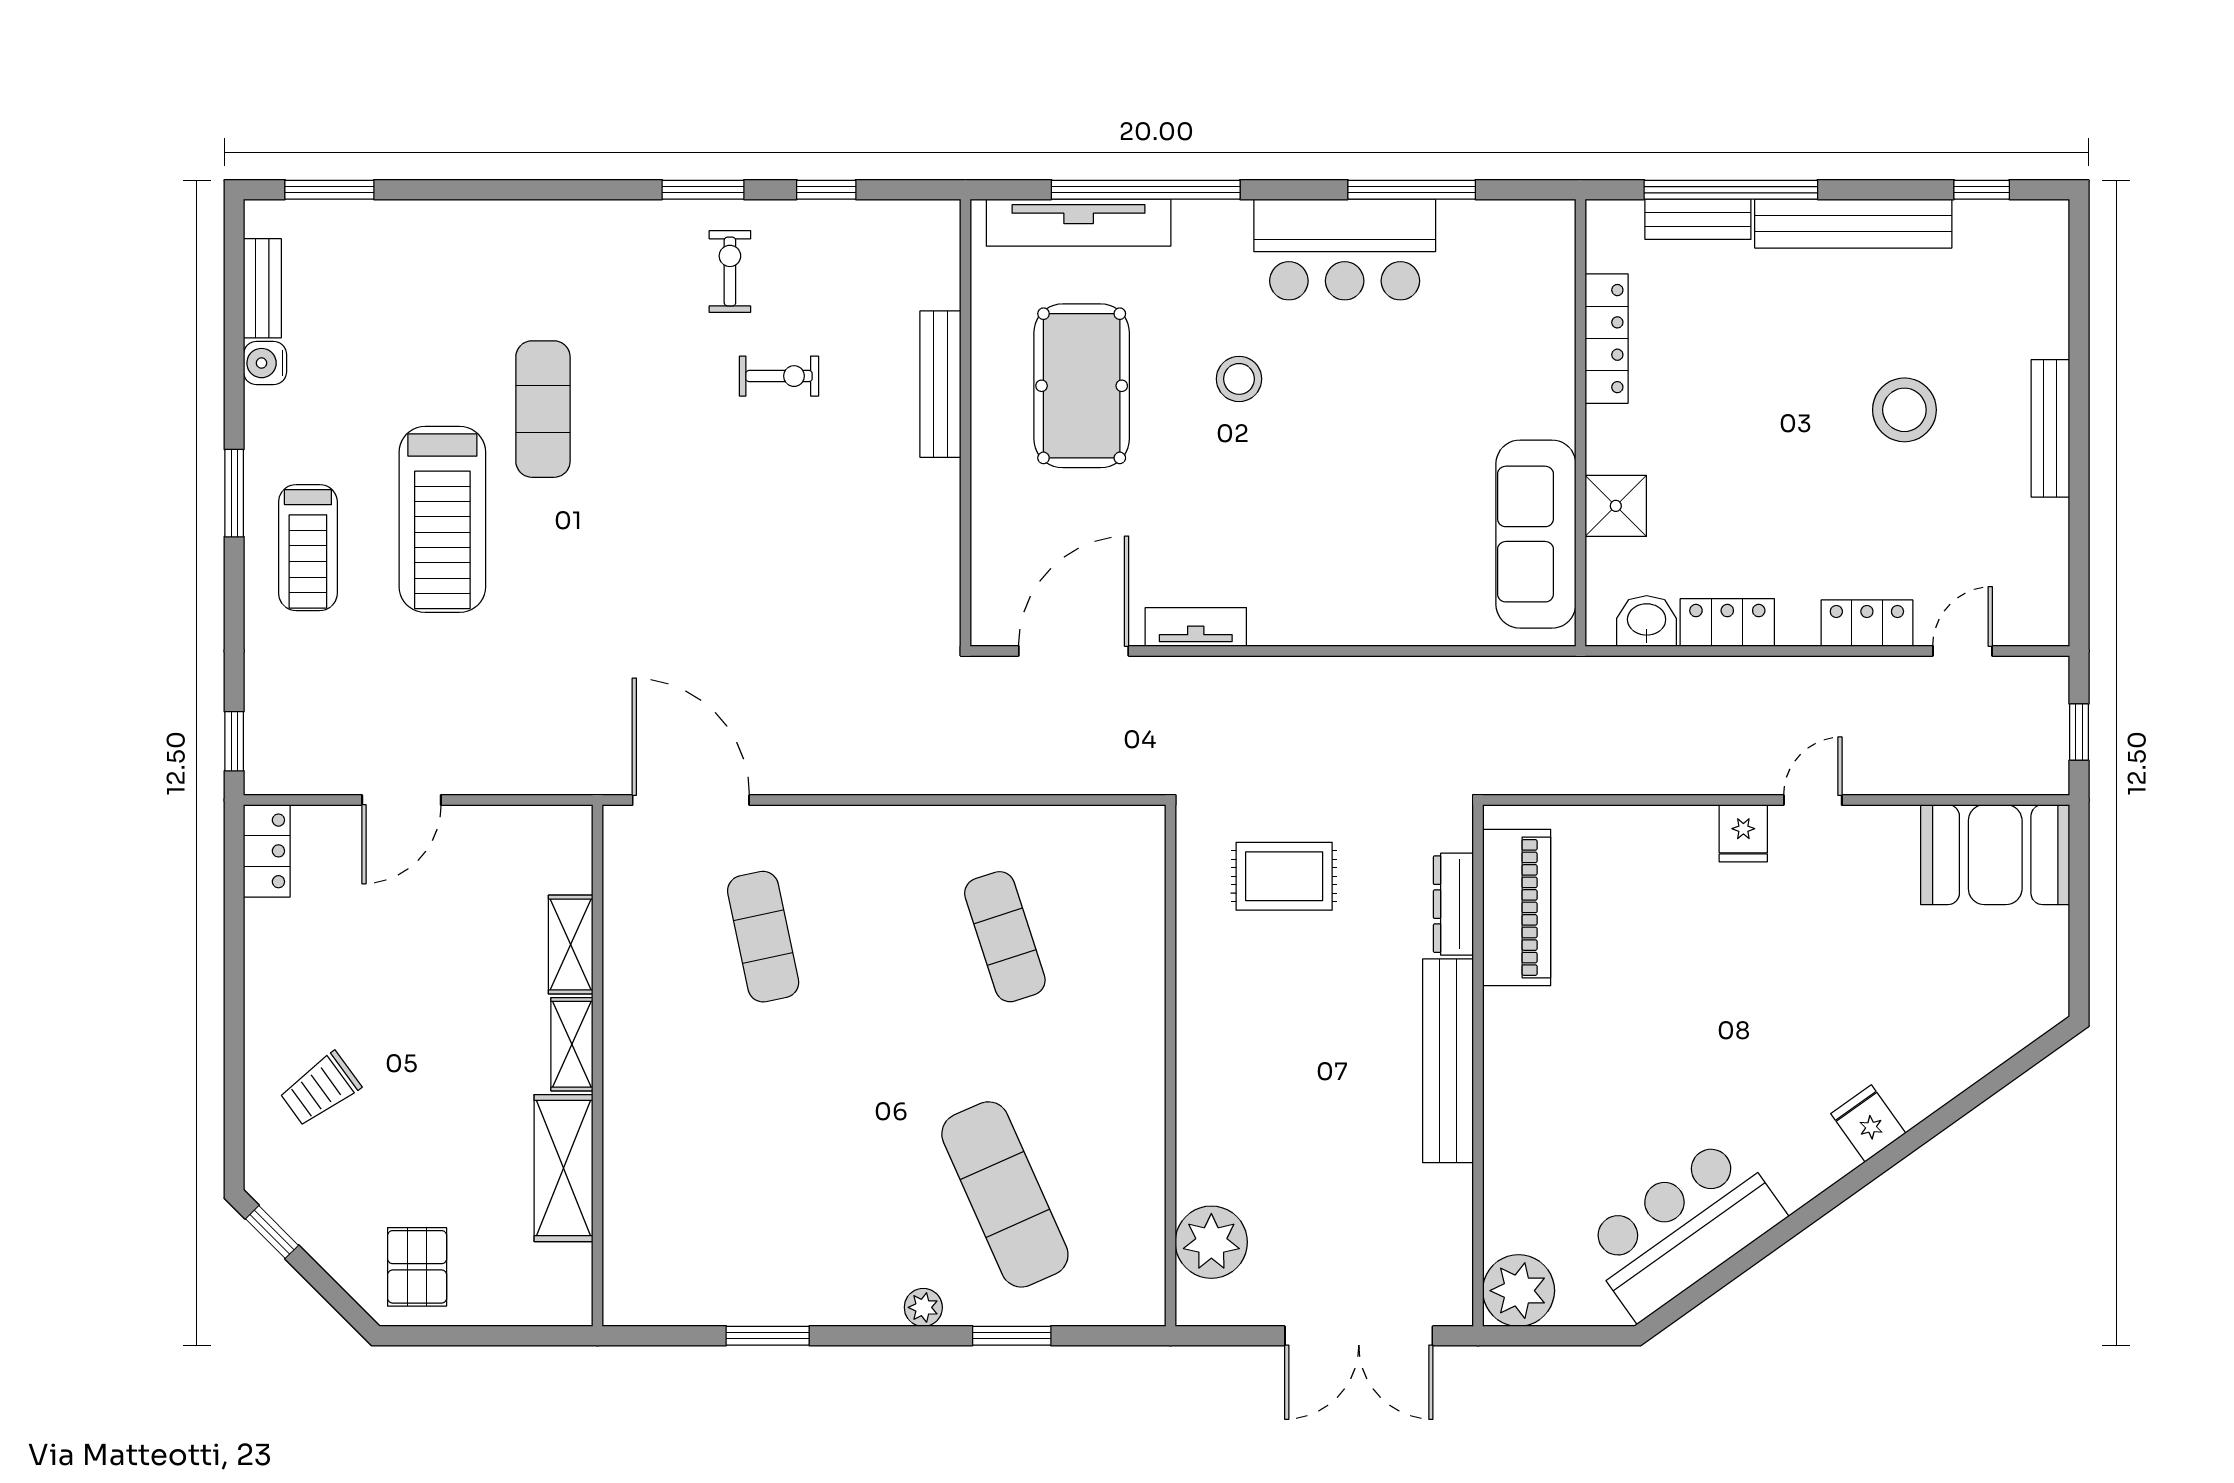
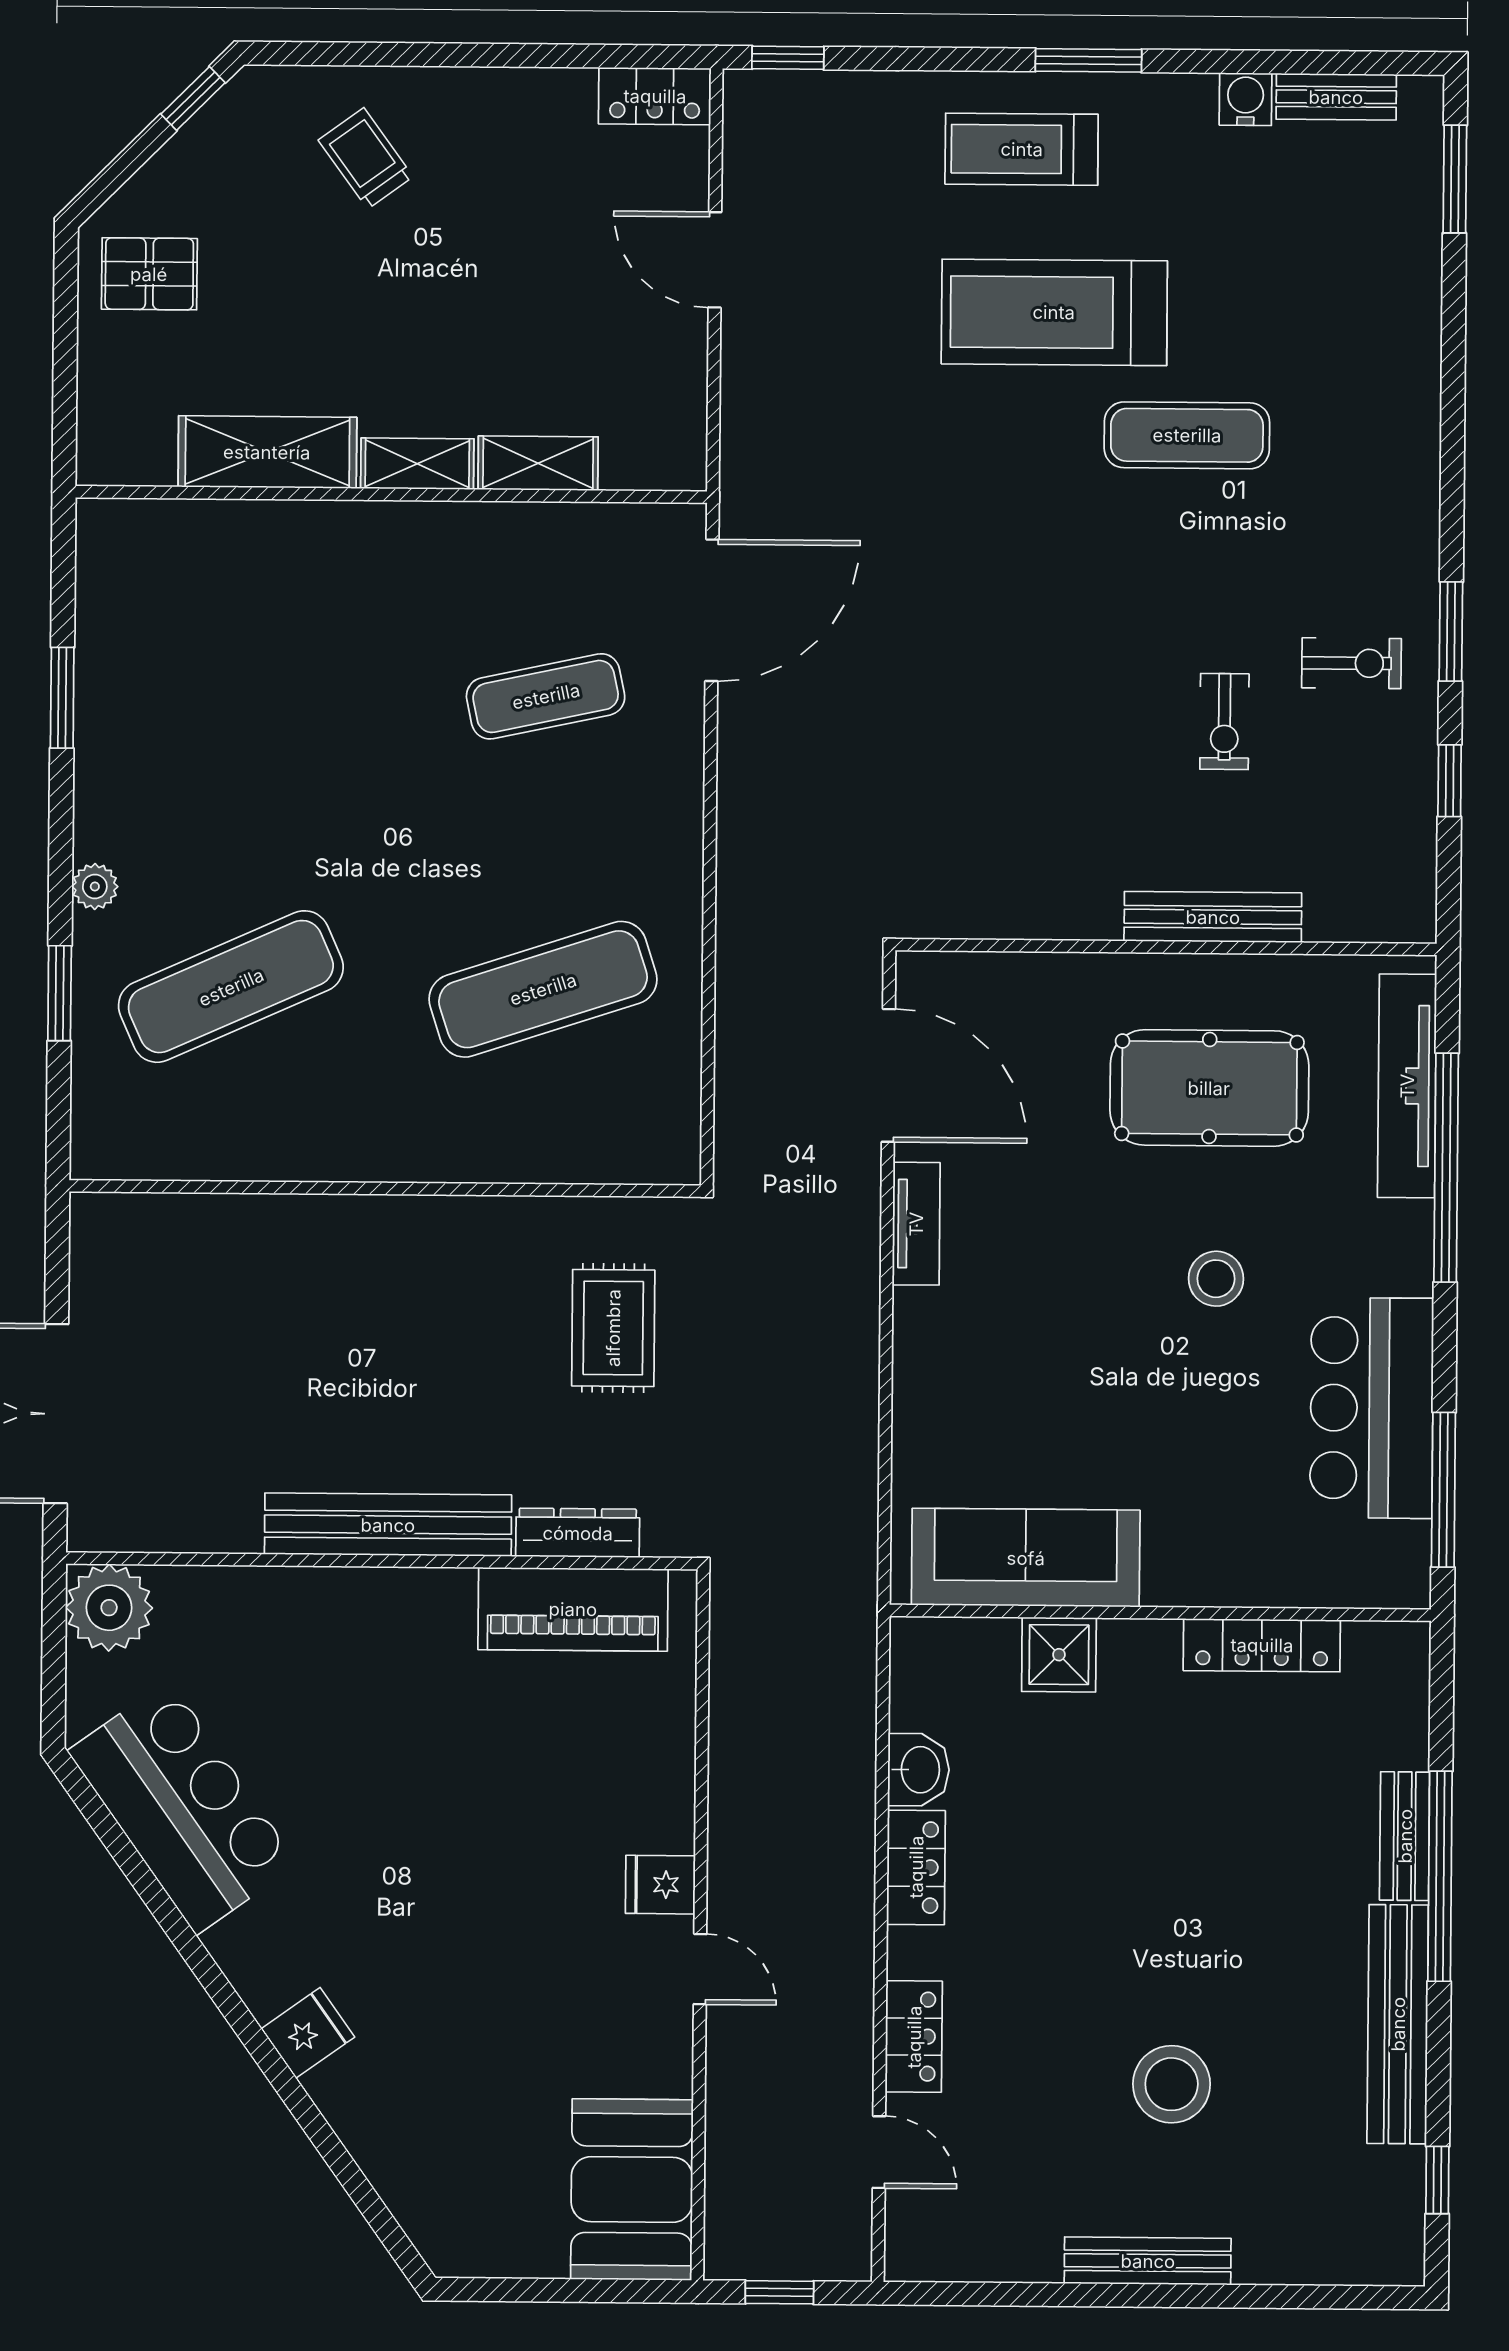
locker: (1607, 339) -> (1262, 1645), moved
wall: (1581, 423) -> (1160, 1613), moved
shower: (1616, 506) -> (1059, 1655), moved
sofa: (1536, 534) -> (1026, 1558), moved
exercise mat: (1005, 937) -> (543, 989), width x1.36, depth x1.45
plant: (1211, 1242) -> (171, 1236), removed

